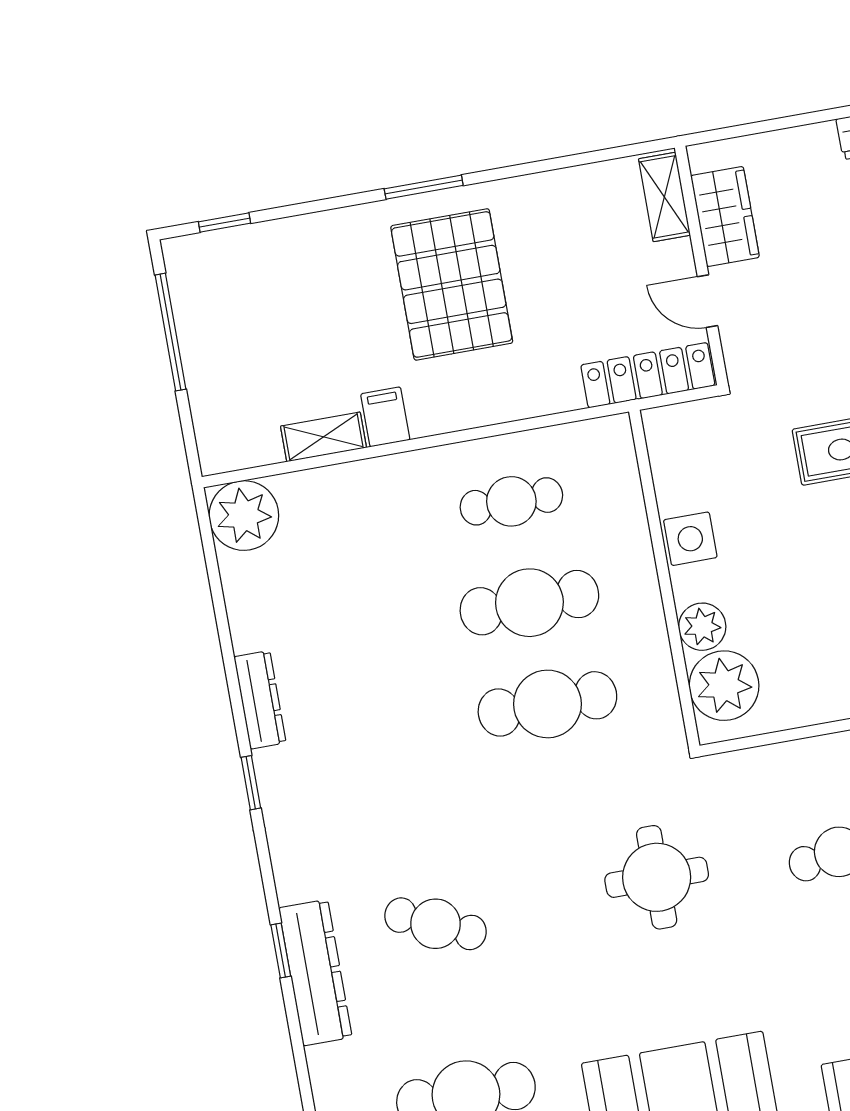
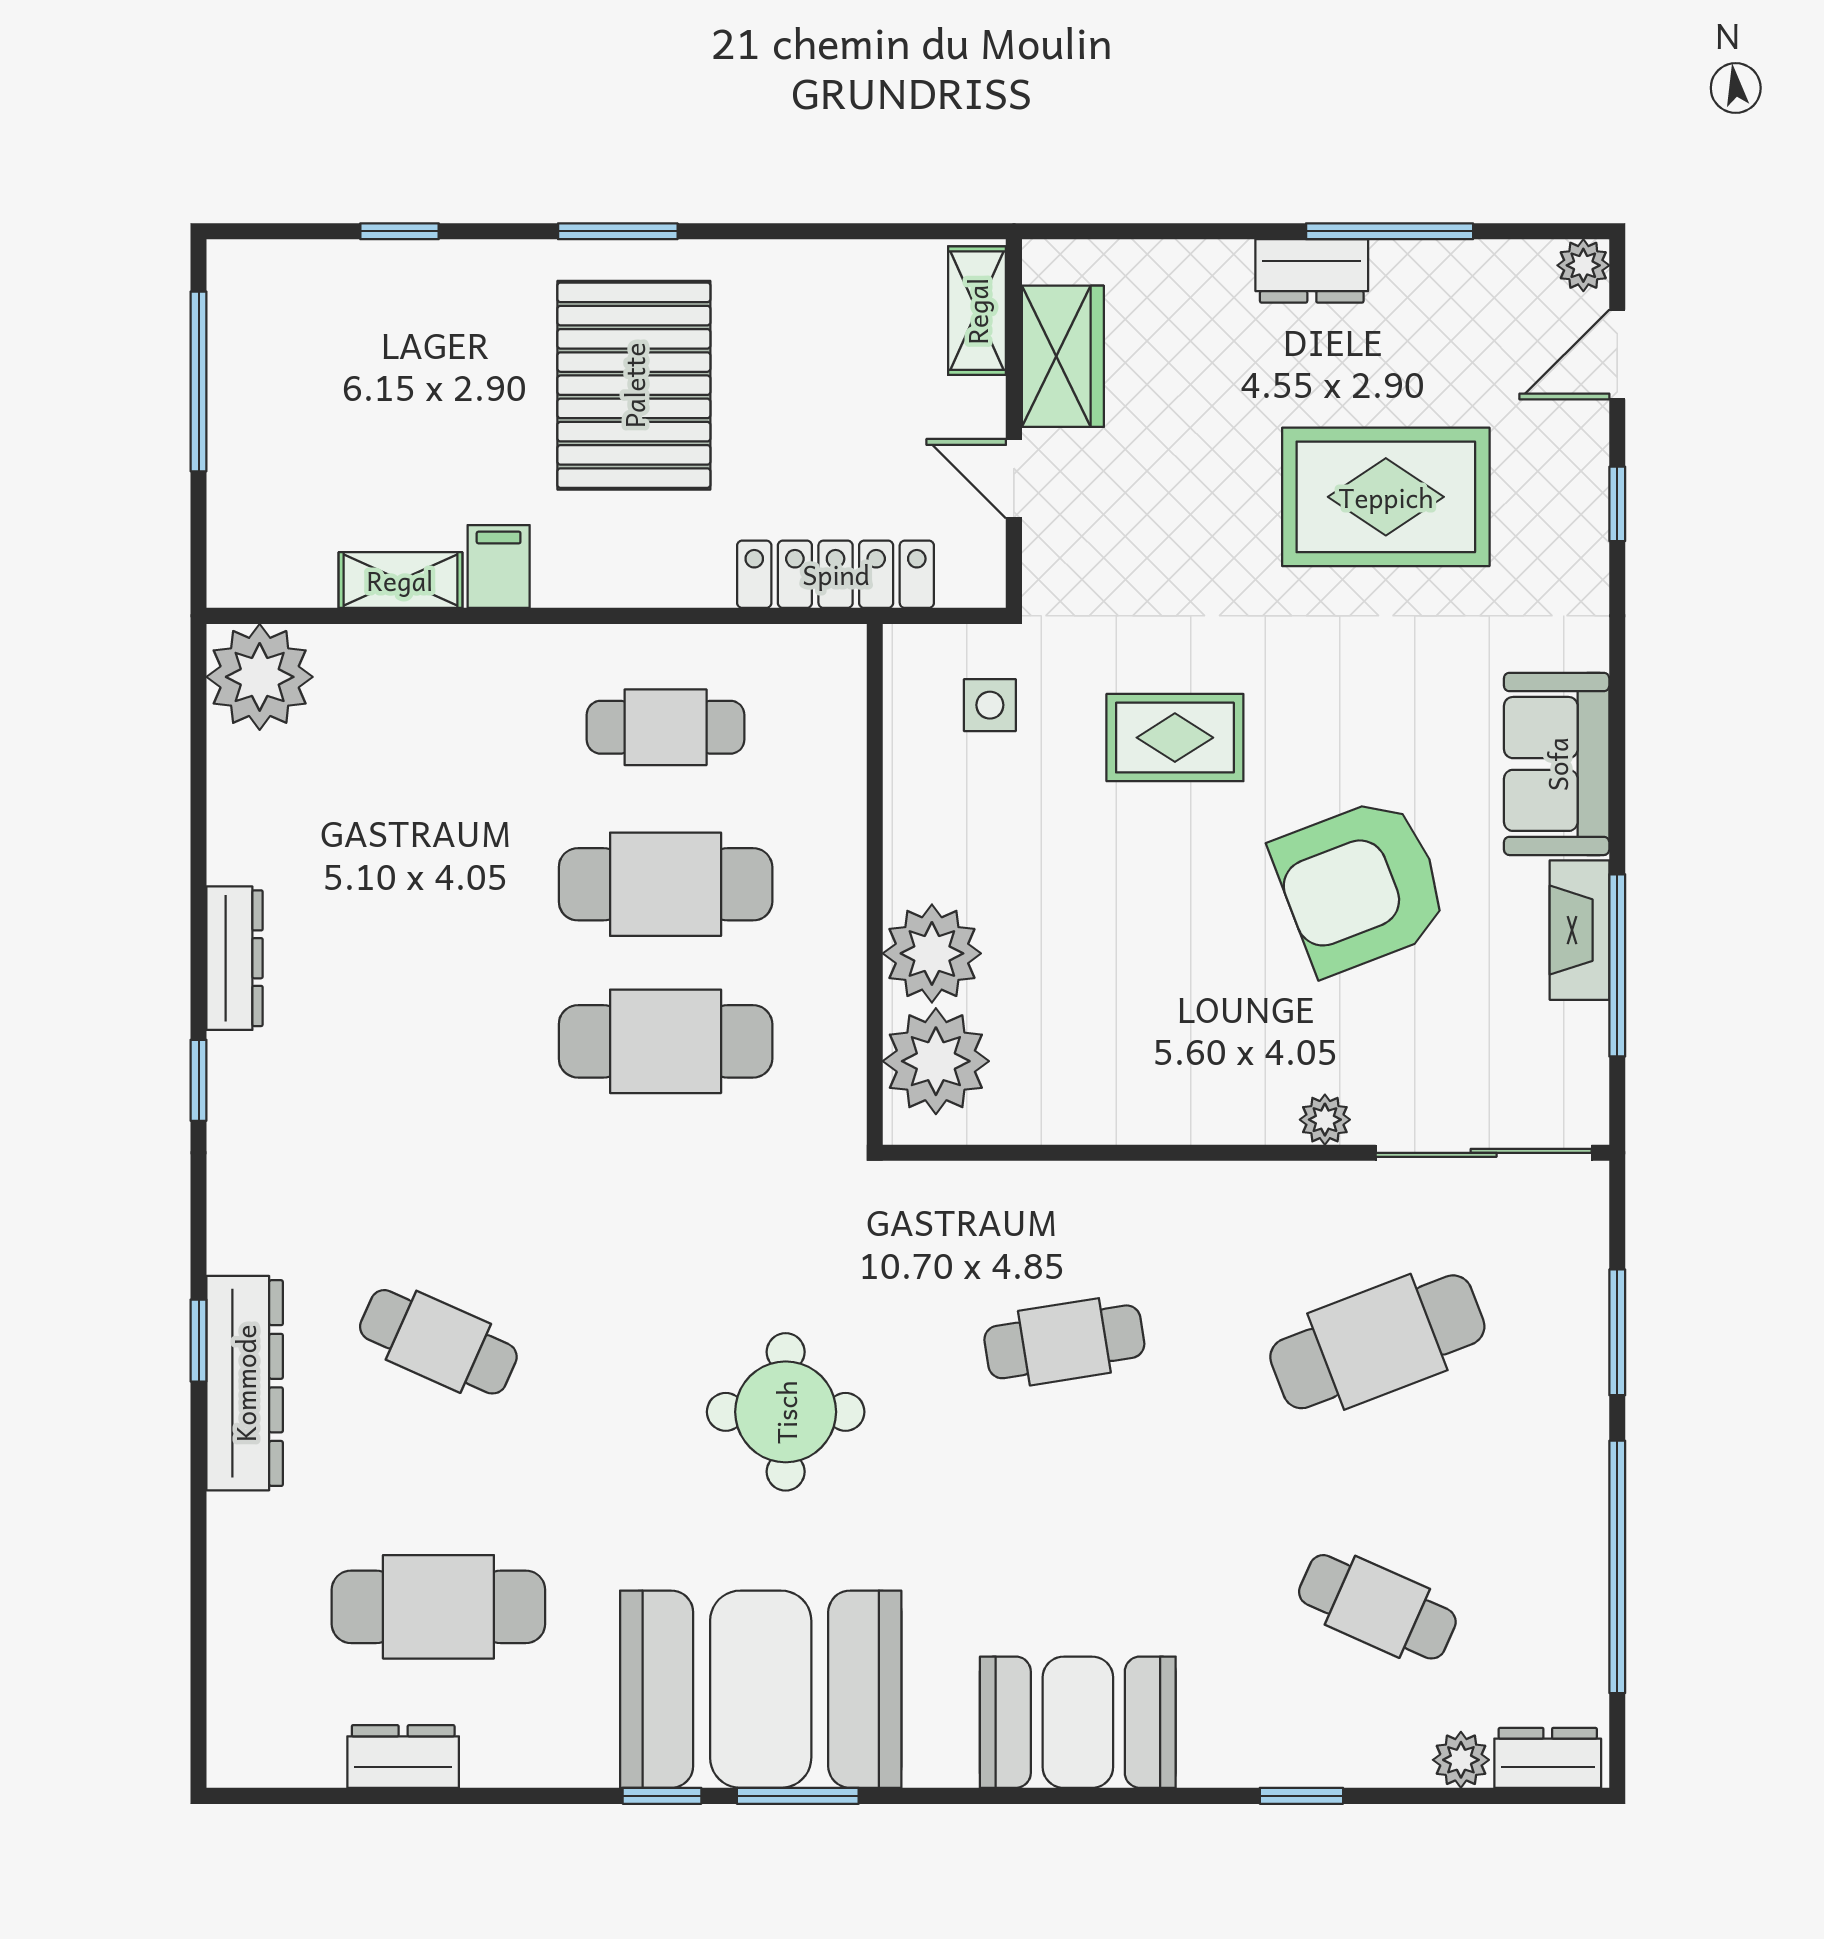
window: (225, 223) -> (399, 231), moved
locker: (648, 375) -> (836, 574), moved
side table: (690, 539) -> (990, 705), moved, width x0.73, depth x0.73
plant: (702, 627) -> (932, 953), width x1.36, depth x1.36
round table: (657, 877) -> (786, 1412), moved

